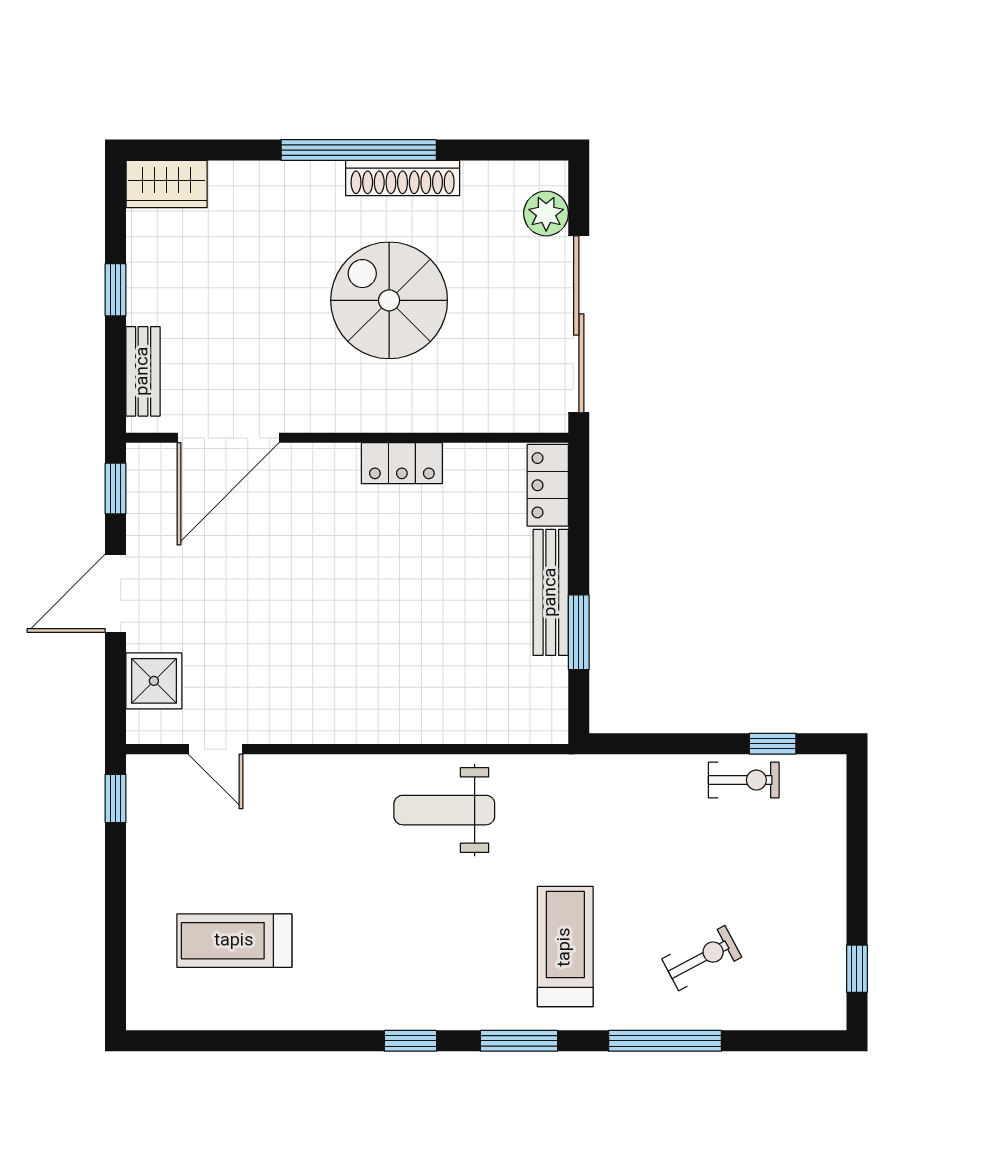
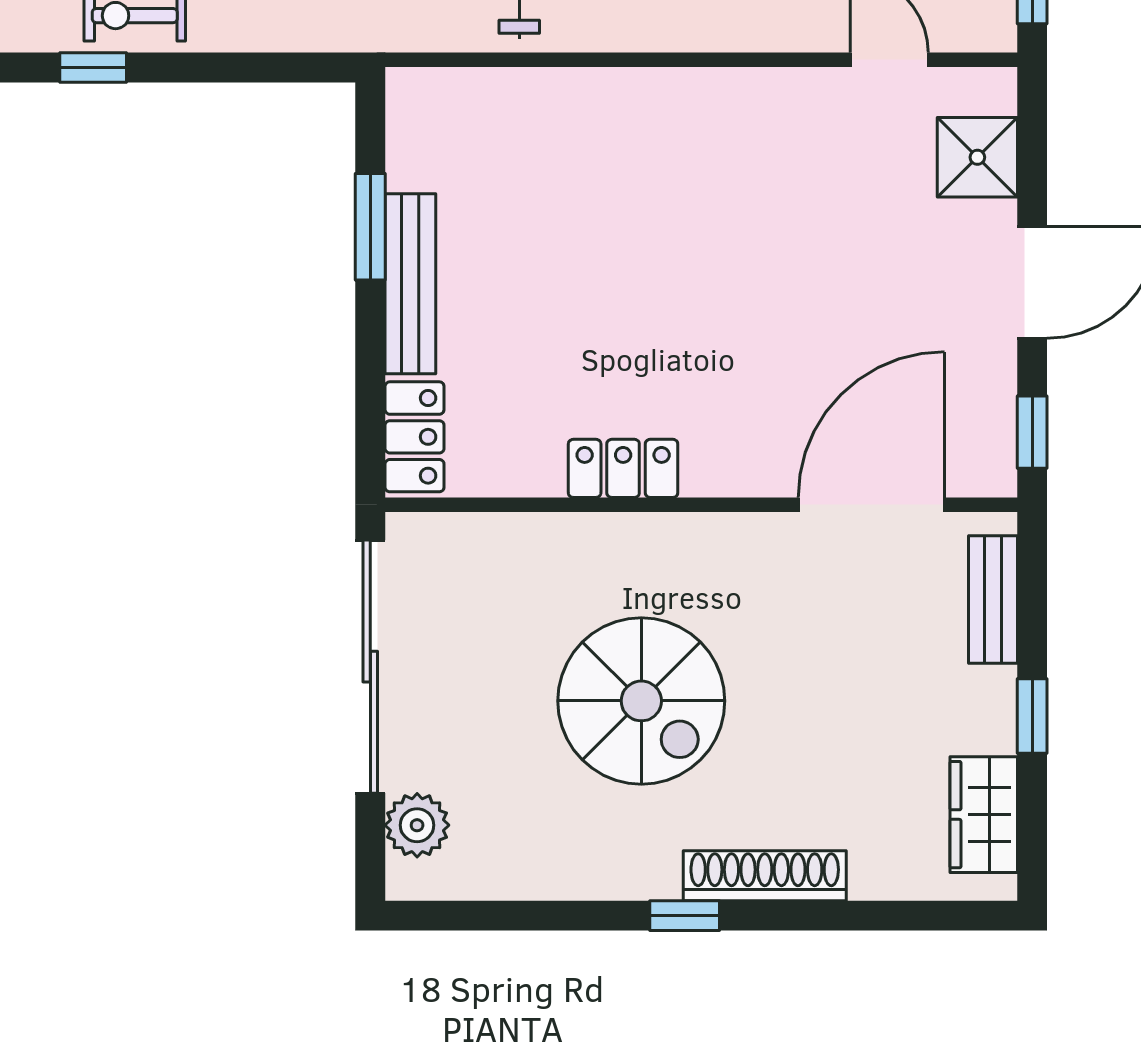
window: (359, 150) -> (685, 916), width x0.32
shoe rack: (403, 178) -> (765, 876), moved
wardrobe: (167, 184) -> (984, 815), moved, turned -90

